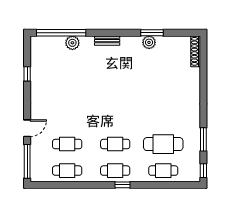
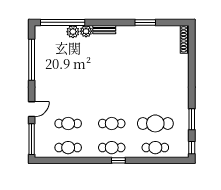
plant: (149, 42) -> (86, 31), moved
window: (27, 74) -> (32, 60), width x3.17

